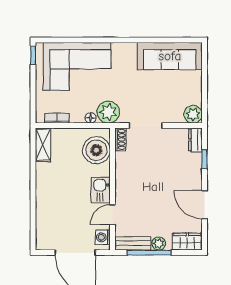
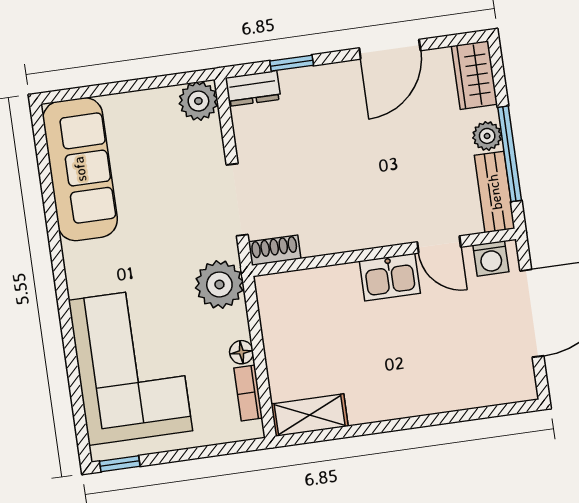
floor lamp: (91, 118) -> (241, 352), moved
boiler: (96, 150) -> (305, 299), removed

